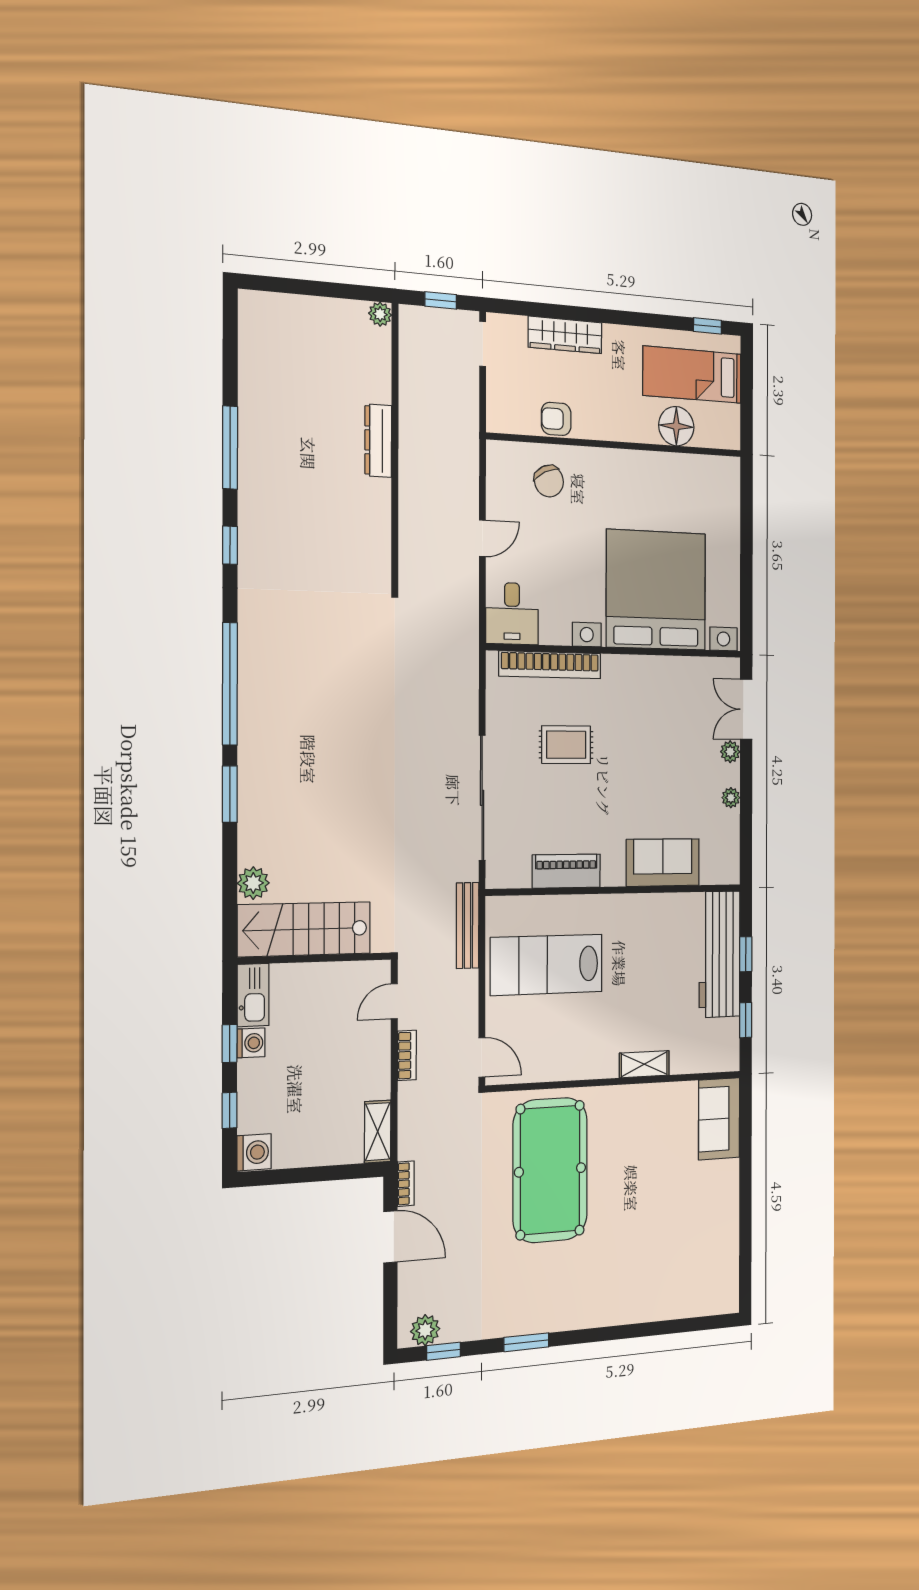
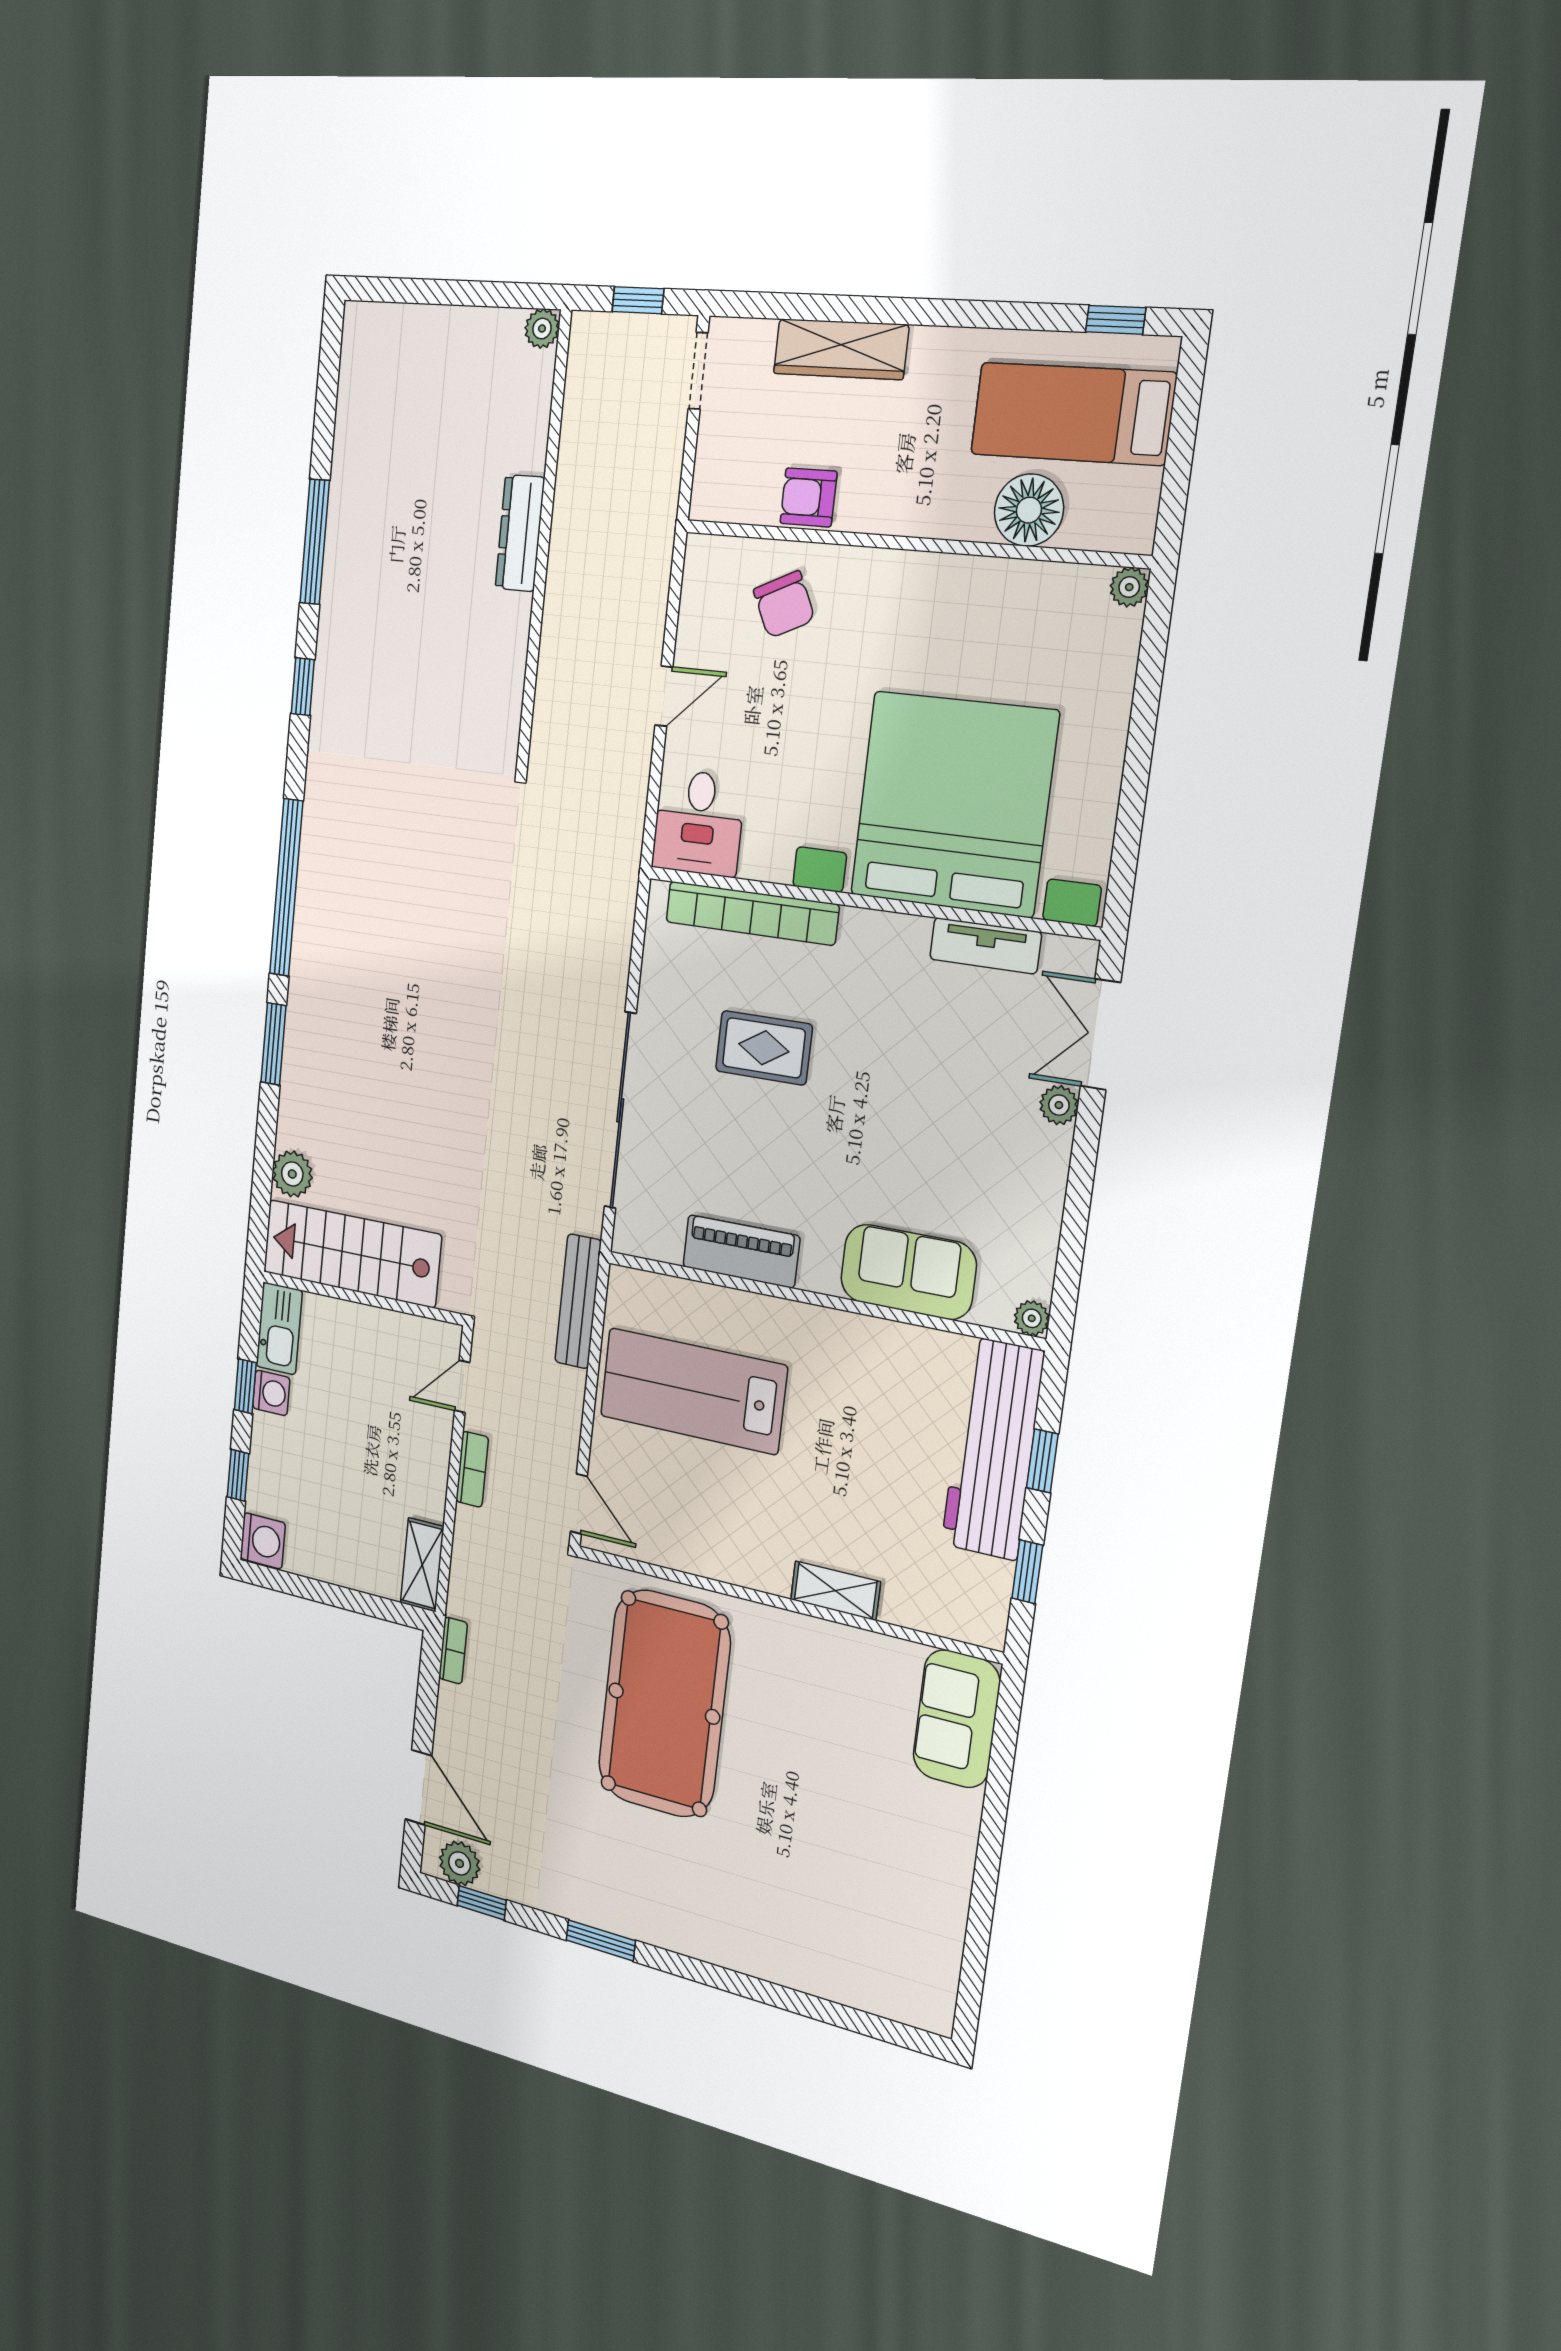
plant: (731, 467) -> (1129, 587), added
tv unit: (682, 668) -> (985, 946), added
plant: (731, 798) -> (1032, 1318), moved
door: (390, 1237) -> (418, 1787), moved

